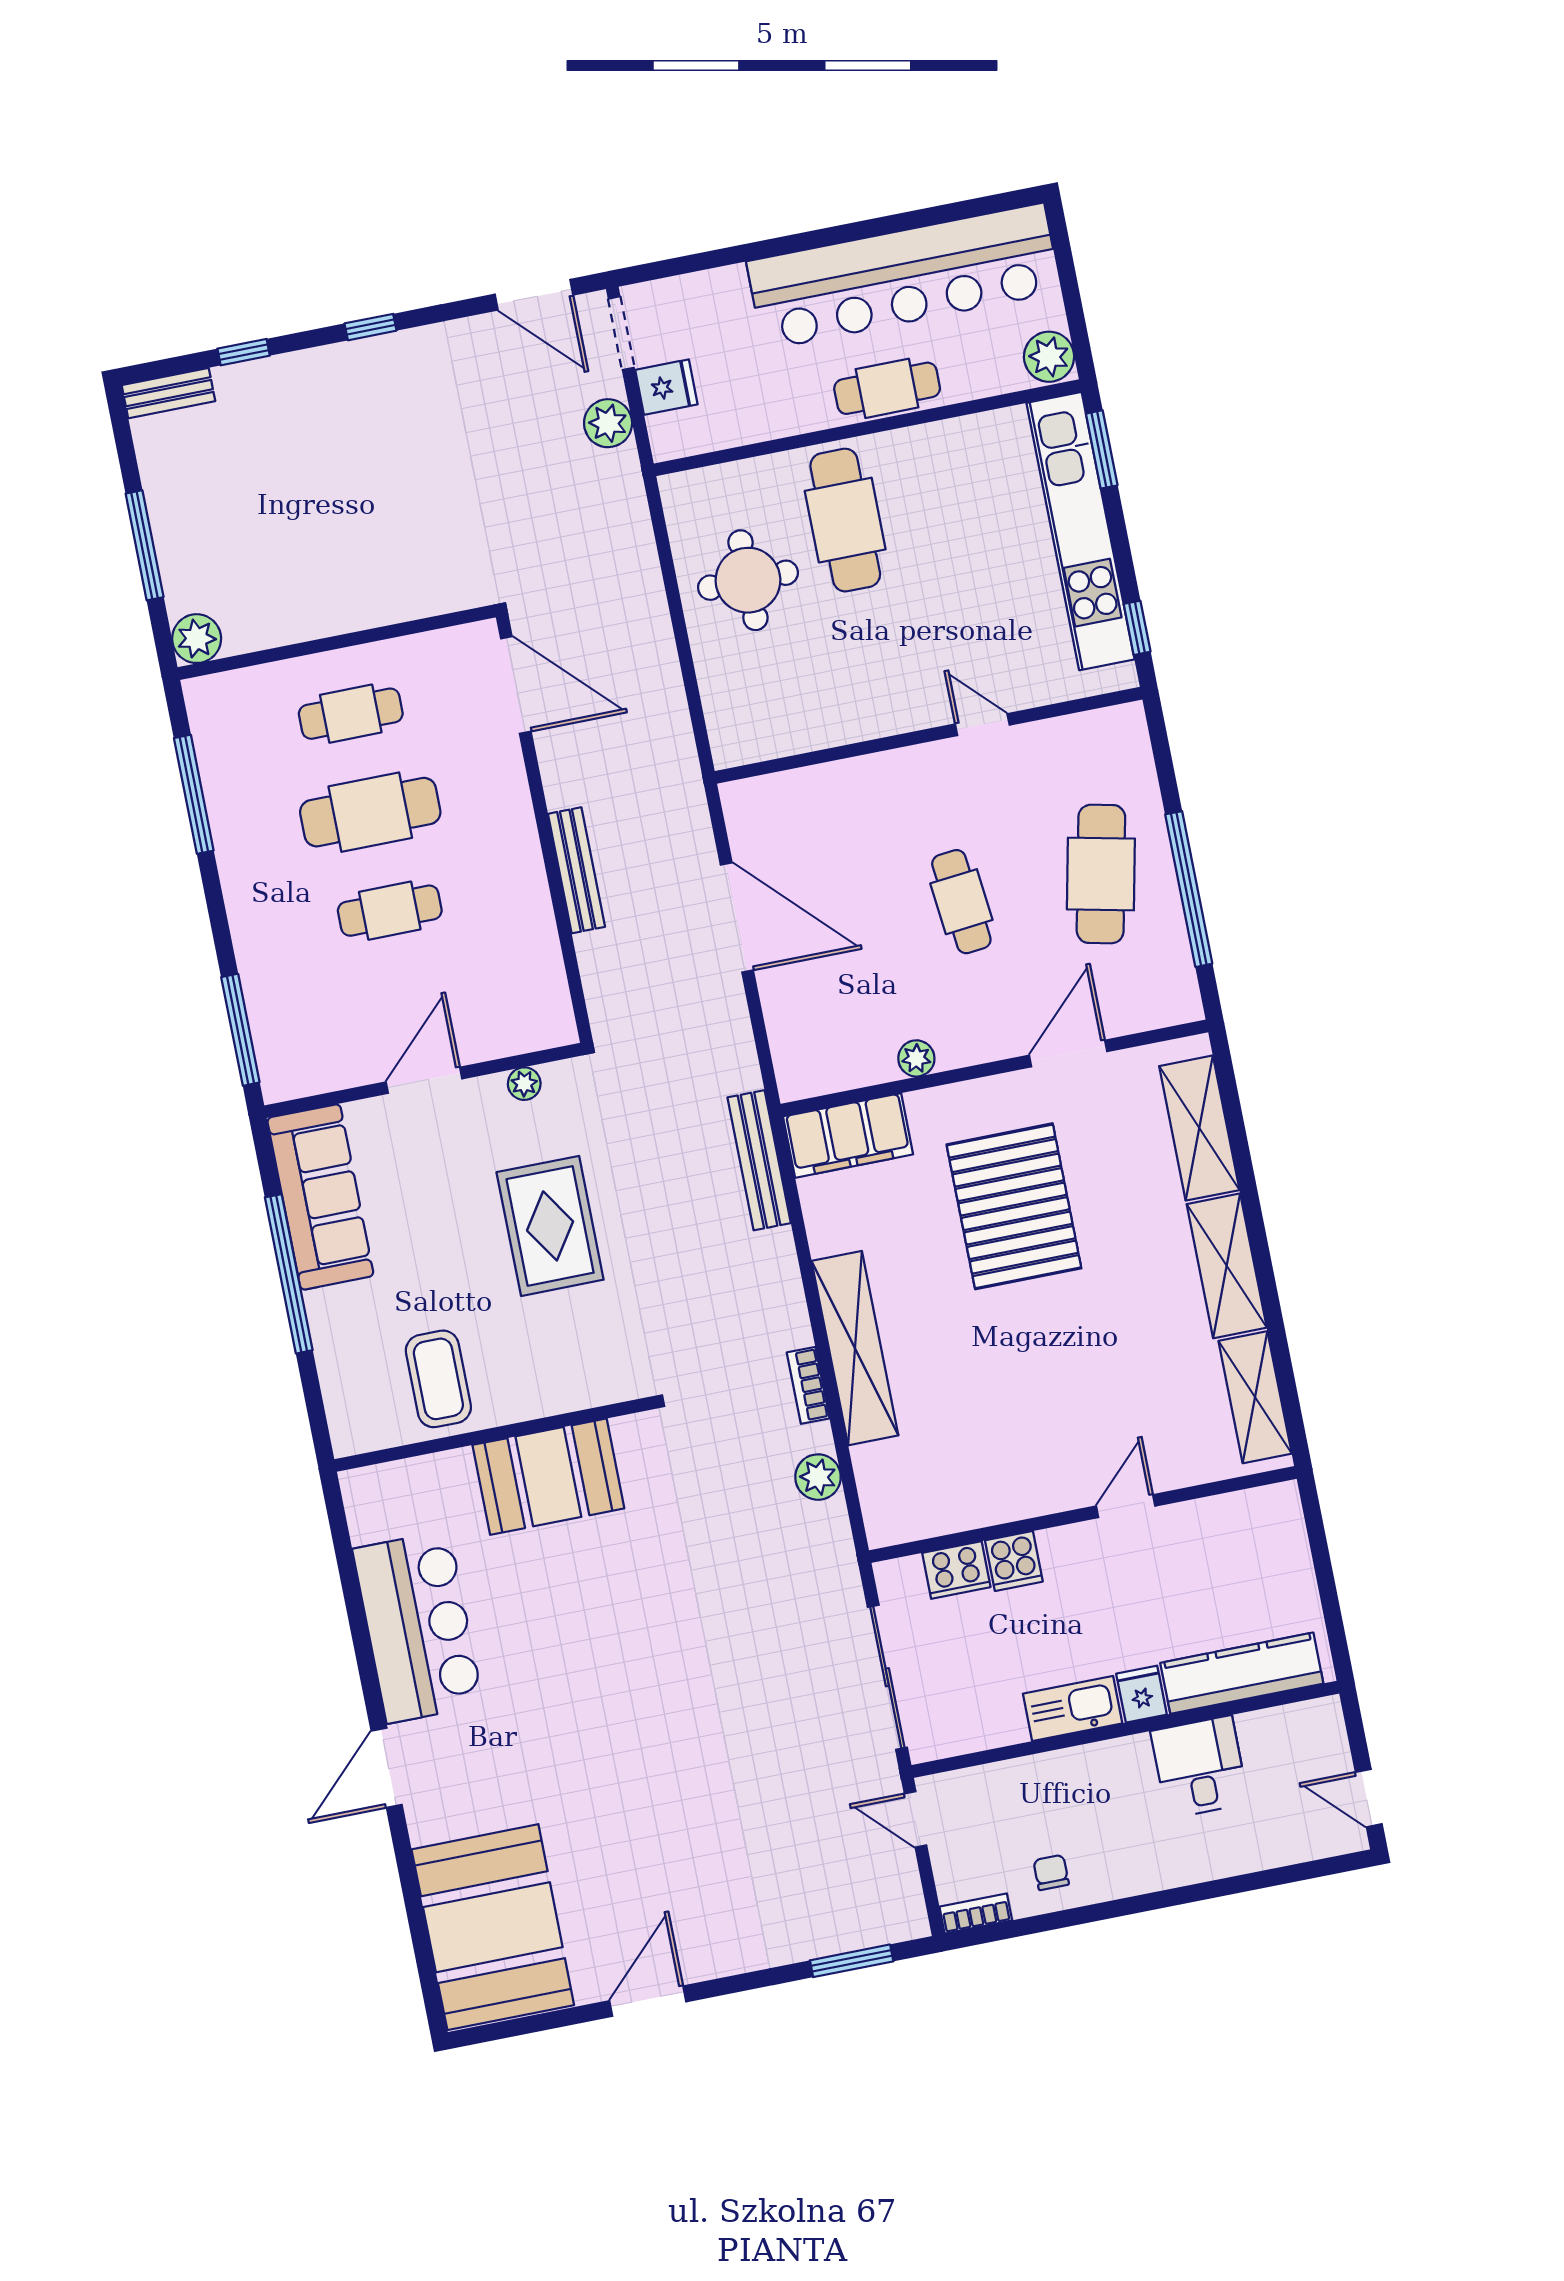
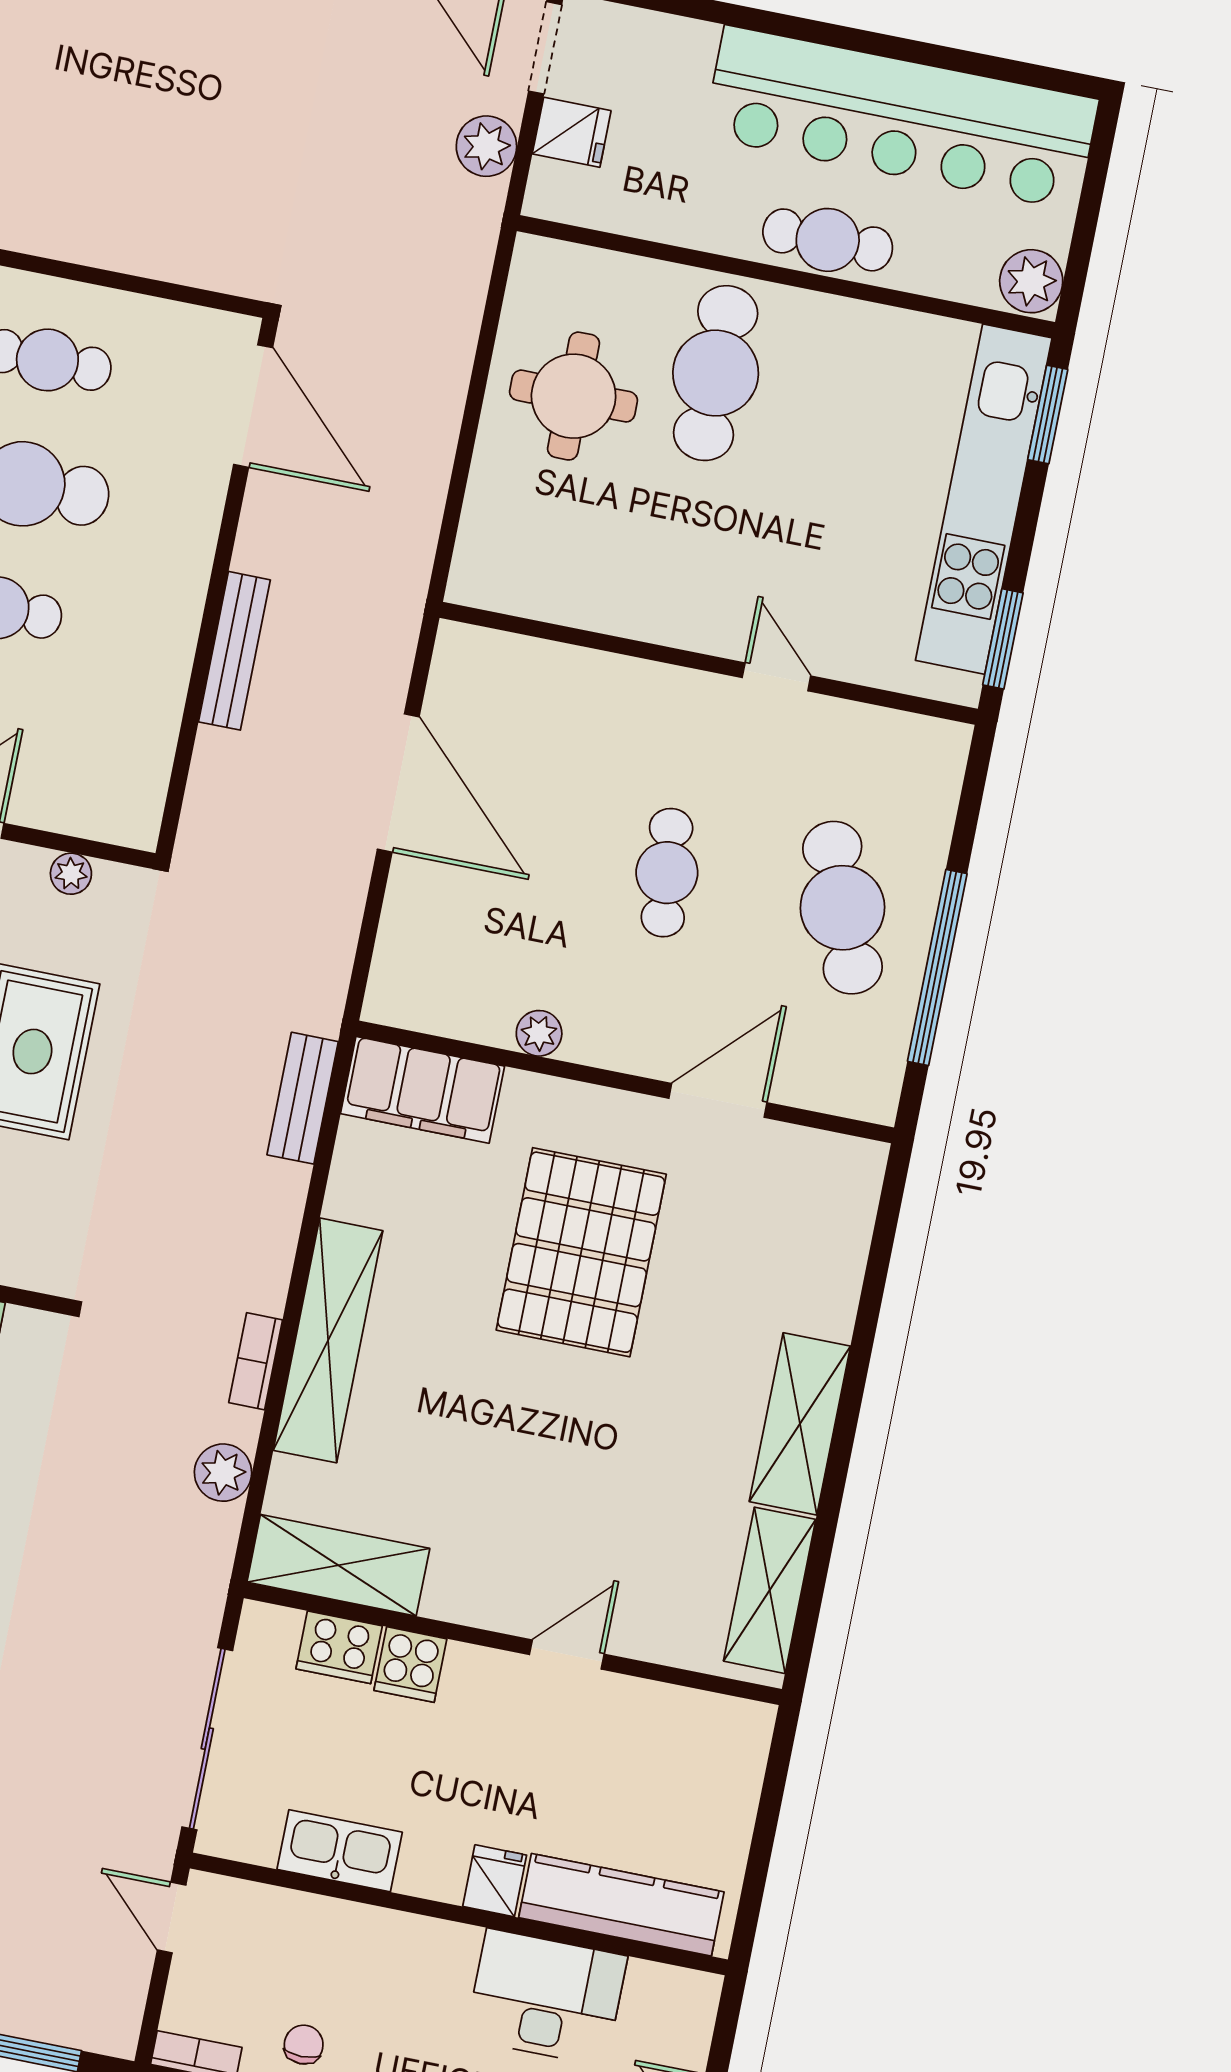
window: (1137, 628) -> (1003, 639), width x1.50
cafe table: (1101, 874) -> (842, 908), turned -33
shelving: (1199, 1128) -> (338, 1565), moved, turned 90
bench: (759, 1160) -> (303, 1098), width x0.73
kitchen sink: (1073, 1709) -> (340, 1851), moved
desk: (1200, 1767) -> (546, 1997), width x1.37

